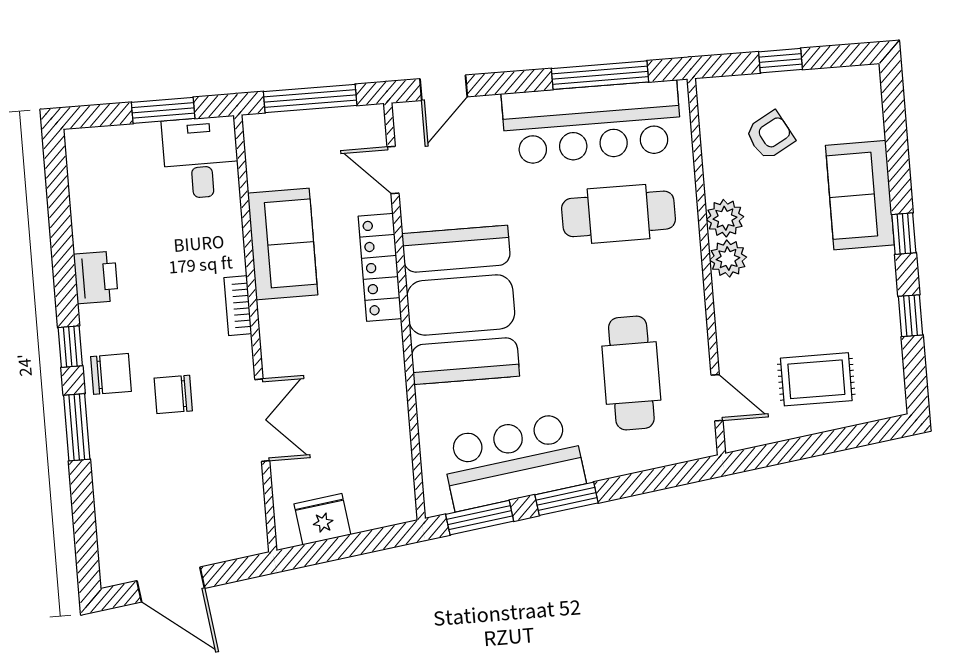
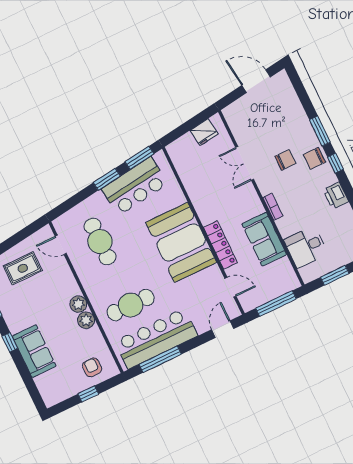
armchair: (770, 135) -> (92, 367), moved, turned 119
desk: (201, 158) -> (306, 247), moved, turned 90

